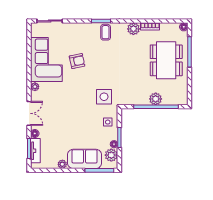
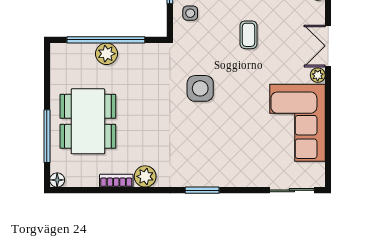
coffee table: (106, 32) -> (248, 35), moved
armchair: (77, 61) -> (244, 120), removed
side table: (104, 97) -> (200, 88), moved
double door: (29, 113) -> (328, 46), moved

